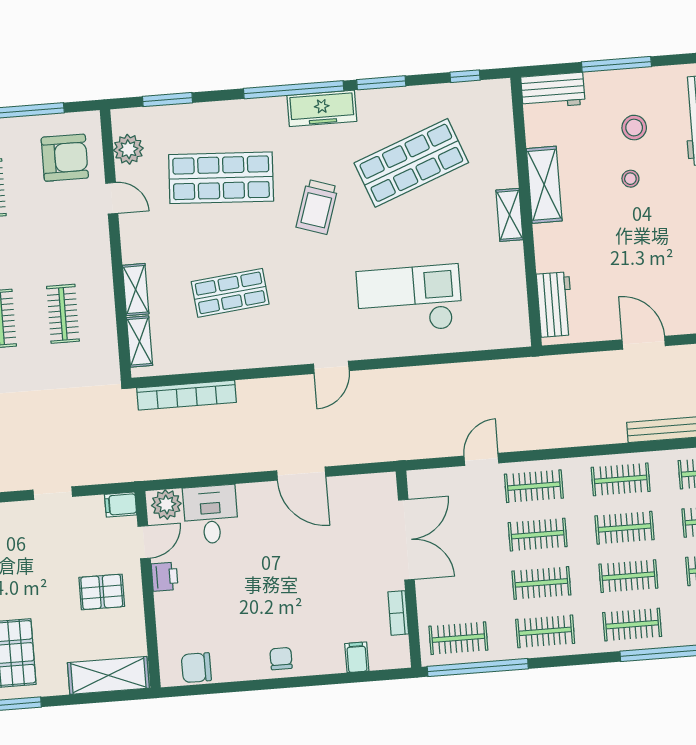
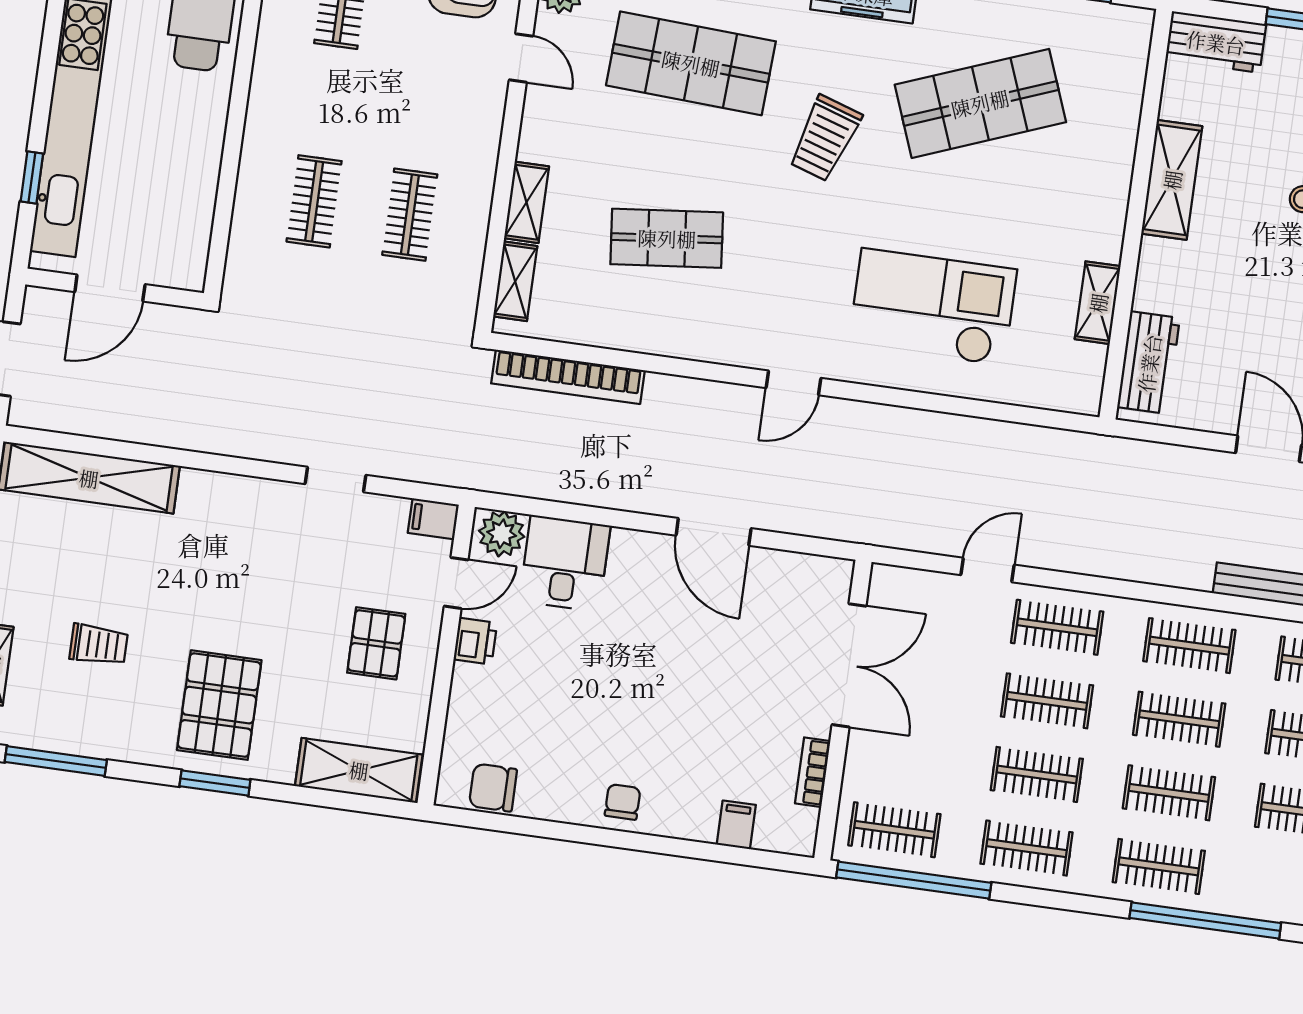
shelving: (509, 215) -> (1098, 303), moved
pallet: (102, 592) -> (376, 643), turned 90

